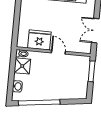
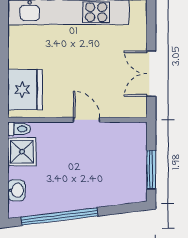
fridge: (39, 40) -> (25, 90), moved, turned 90
window: (92, 71) -> (151, 169), moved

